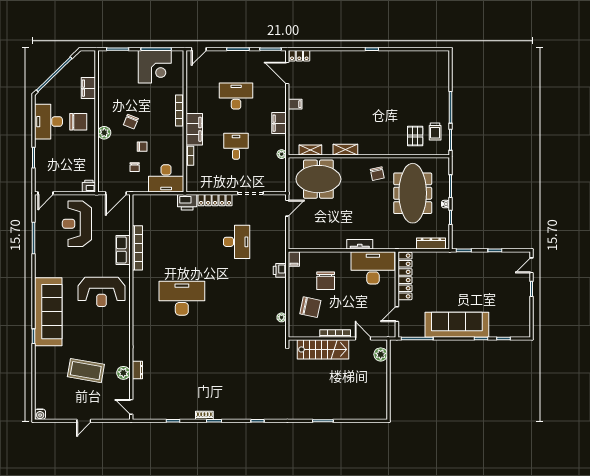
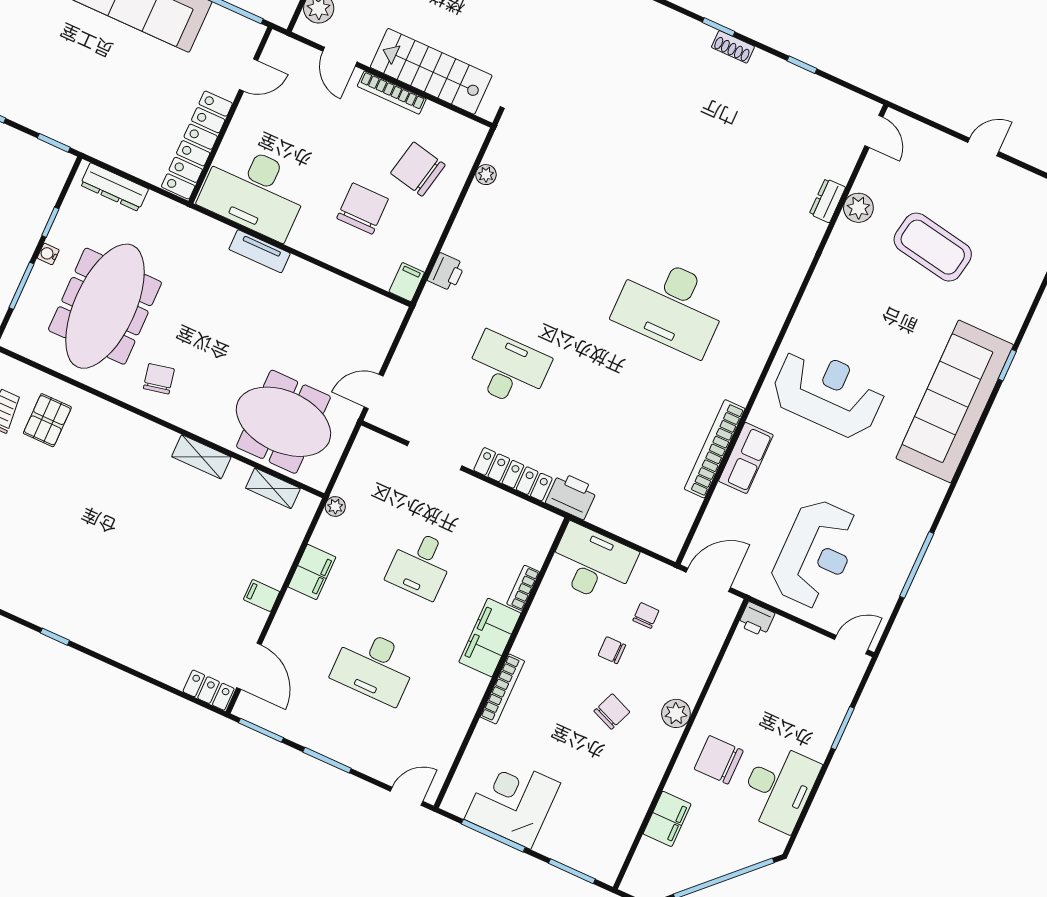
desk: (237, 242) -> (508, 370), turned 90

